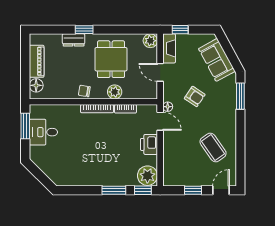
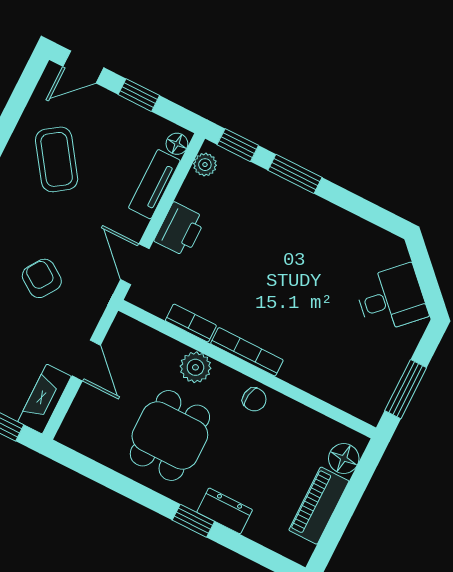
plant: (150, 41) -> (74, 433), removed
floor lamp: (168, 107) -> (177, 144), moved
desk: (43, 132) -> (391, 299), moved, turned -45
tv unit: (169, 157) -> (154, 184), added
plant: (147, 176) -> (205, 165), width x0.53, depth x0.53

